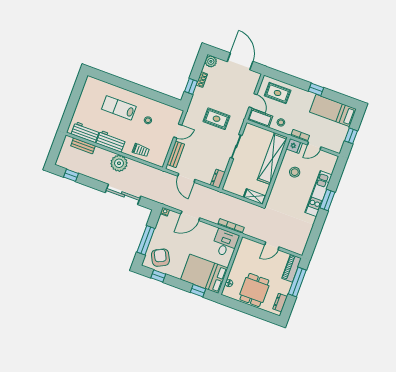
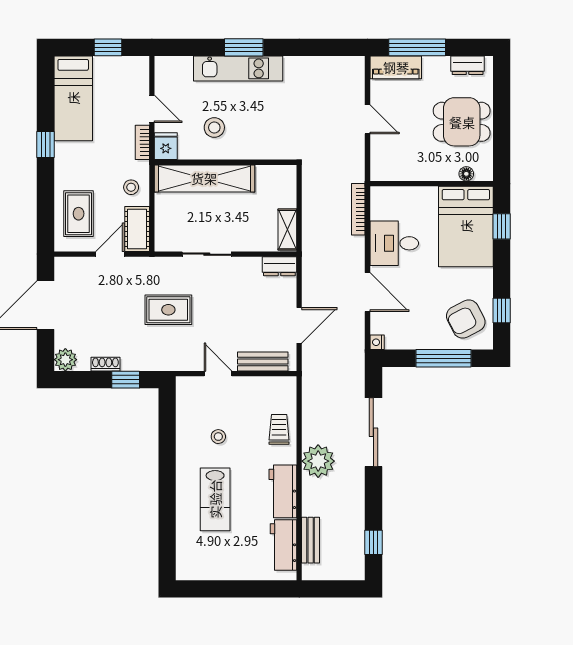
rug: (217, 119) -> (168, 310), turned 90
shelving: (255, 197) -> (287, 230), moved
desk: (225, 243) -> (394, 243), moved

